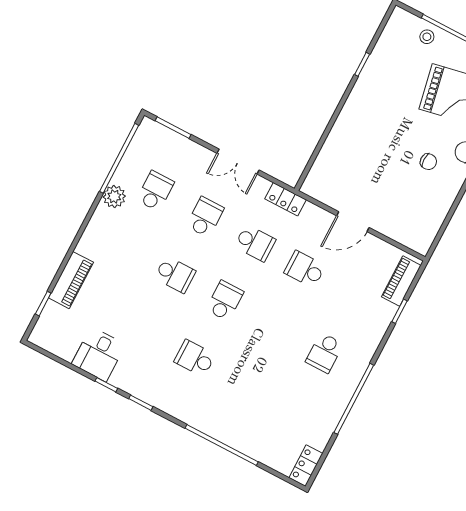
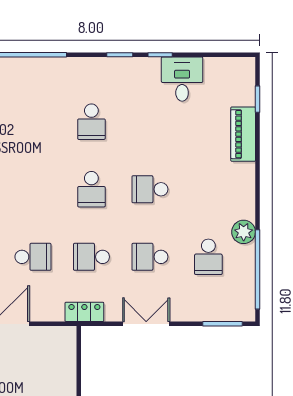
school desk: (205, 217) -> (150, 257), turned 90
school desk: (195, 358) -> (91, 122), turned 90

